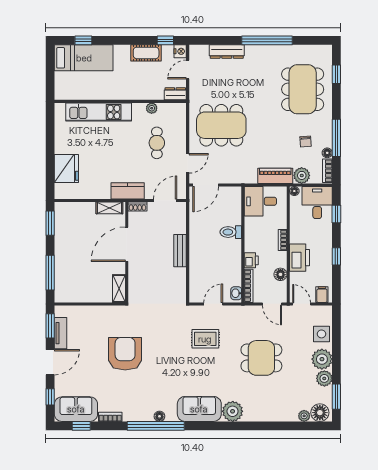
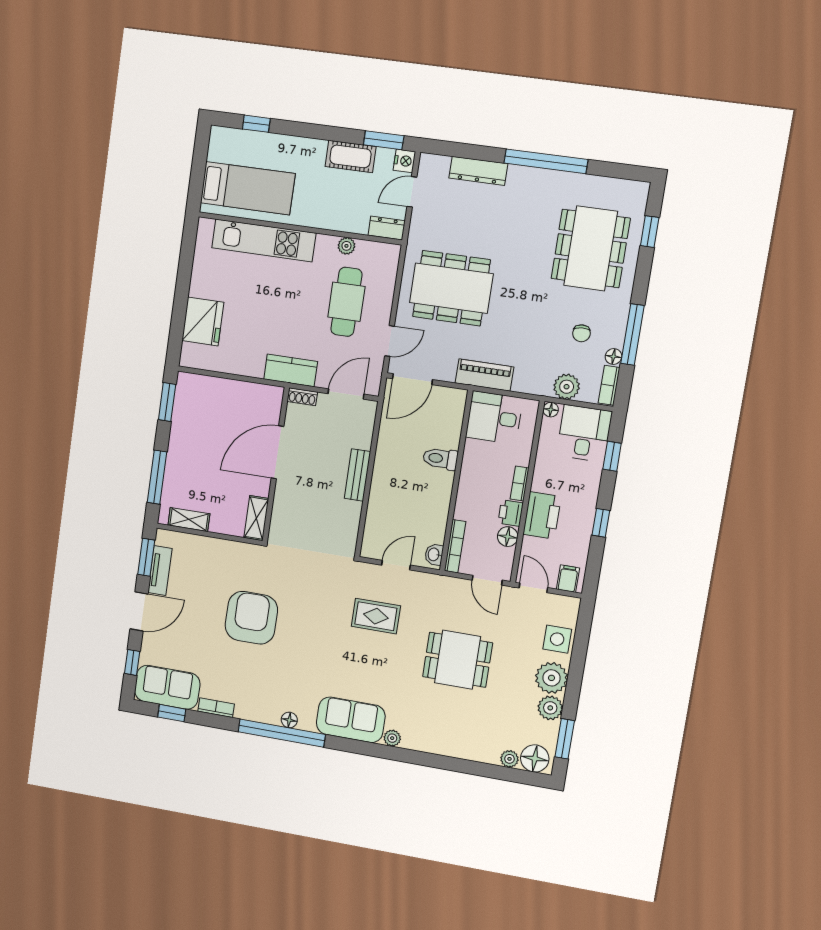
window: (165, 40) -> (384, 140), width x1.50
bed: (84, 58) -> (248, 188), moved
cafe table: (157, 143) -> (346, 302), width x1.37, depth x1.35
piano: (275, 176) -> (484, 375), moved
shelving: (109, 208) -> (189, 519), moved
printer: (251, 260) -> (511, 513), moved, turned 180
plant: (233, 411) -> (392, 738), width x0.53, depth x0.53

